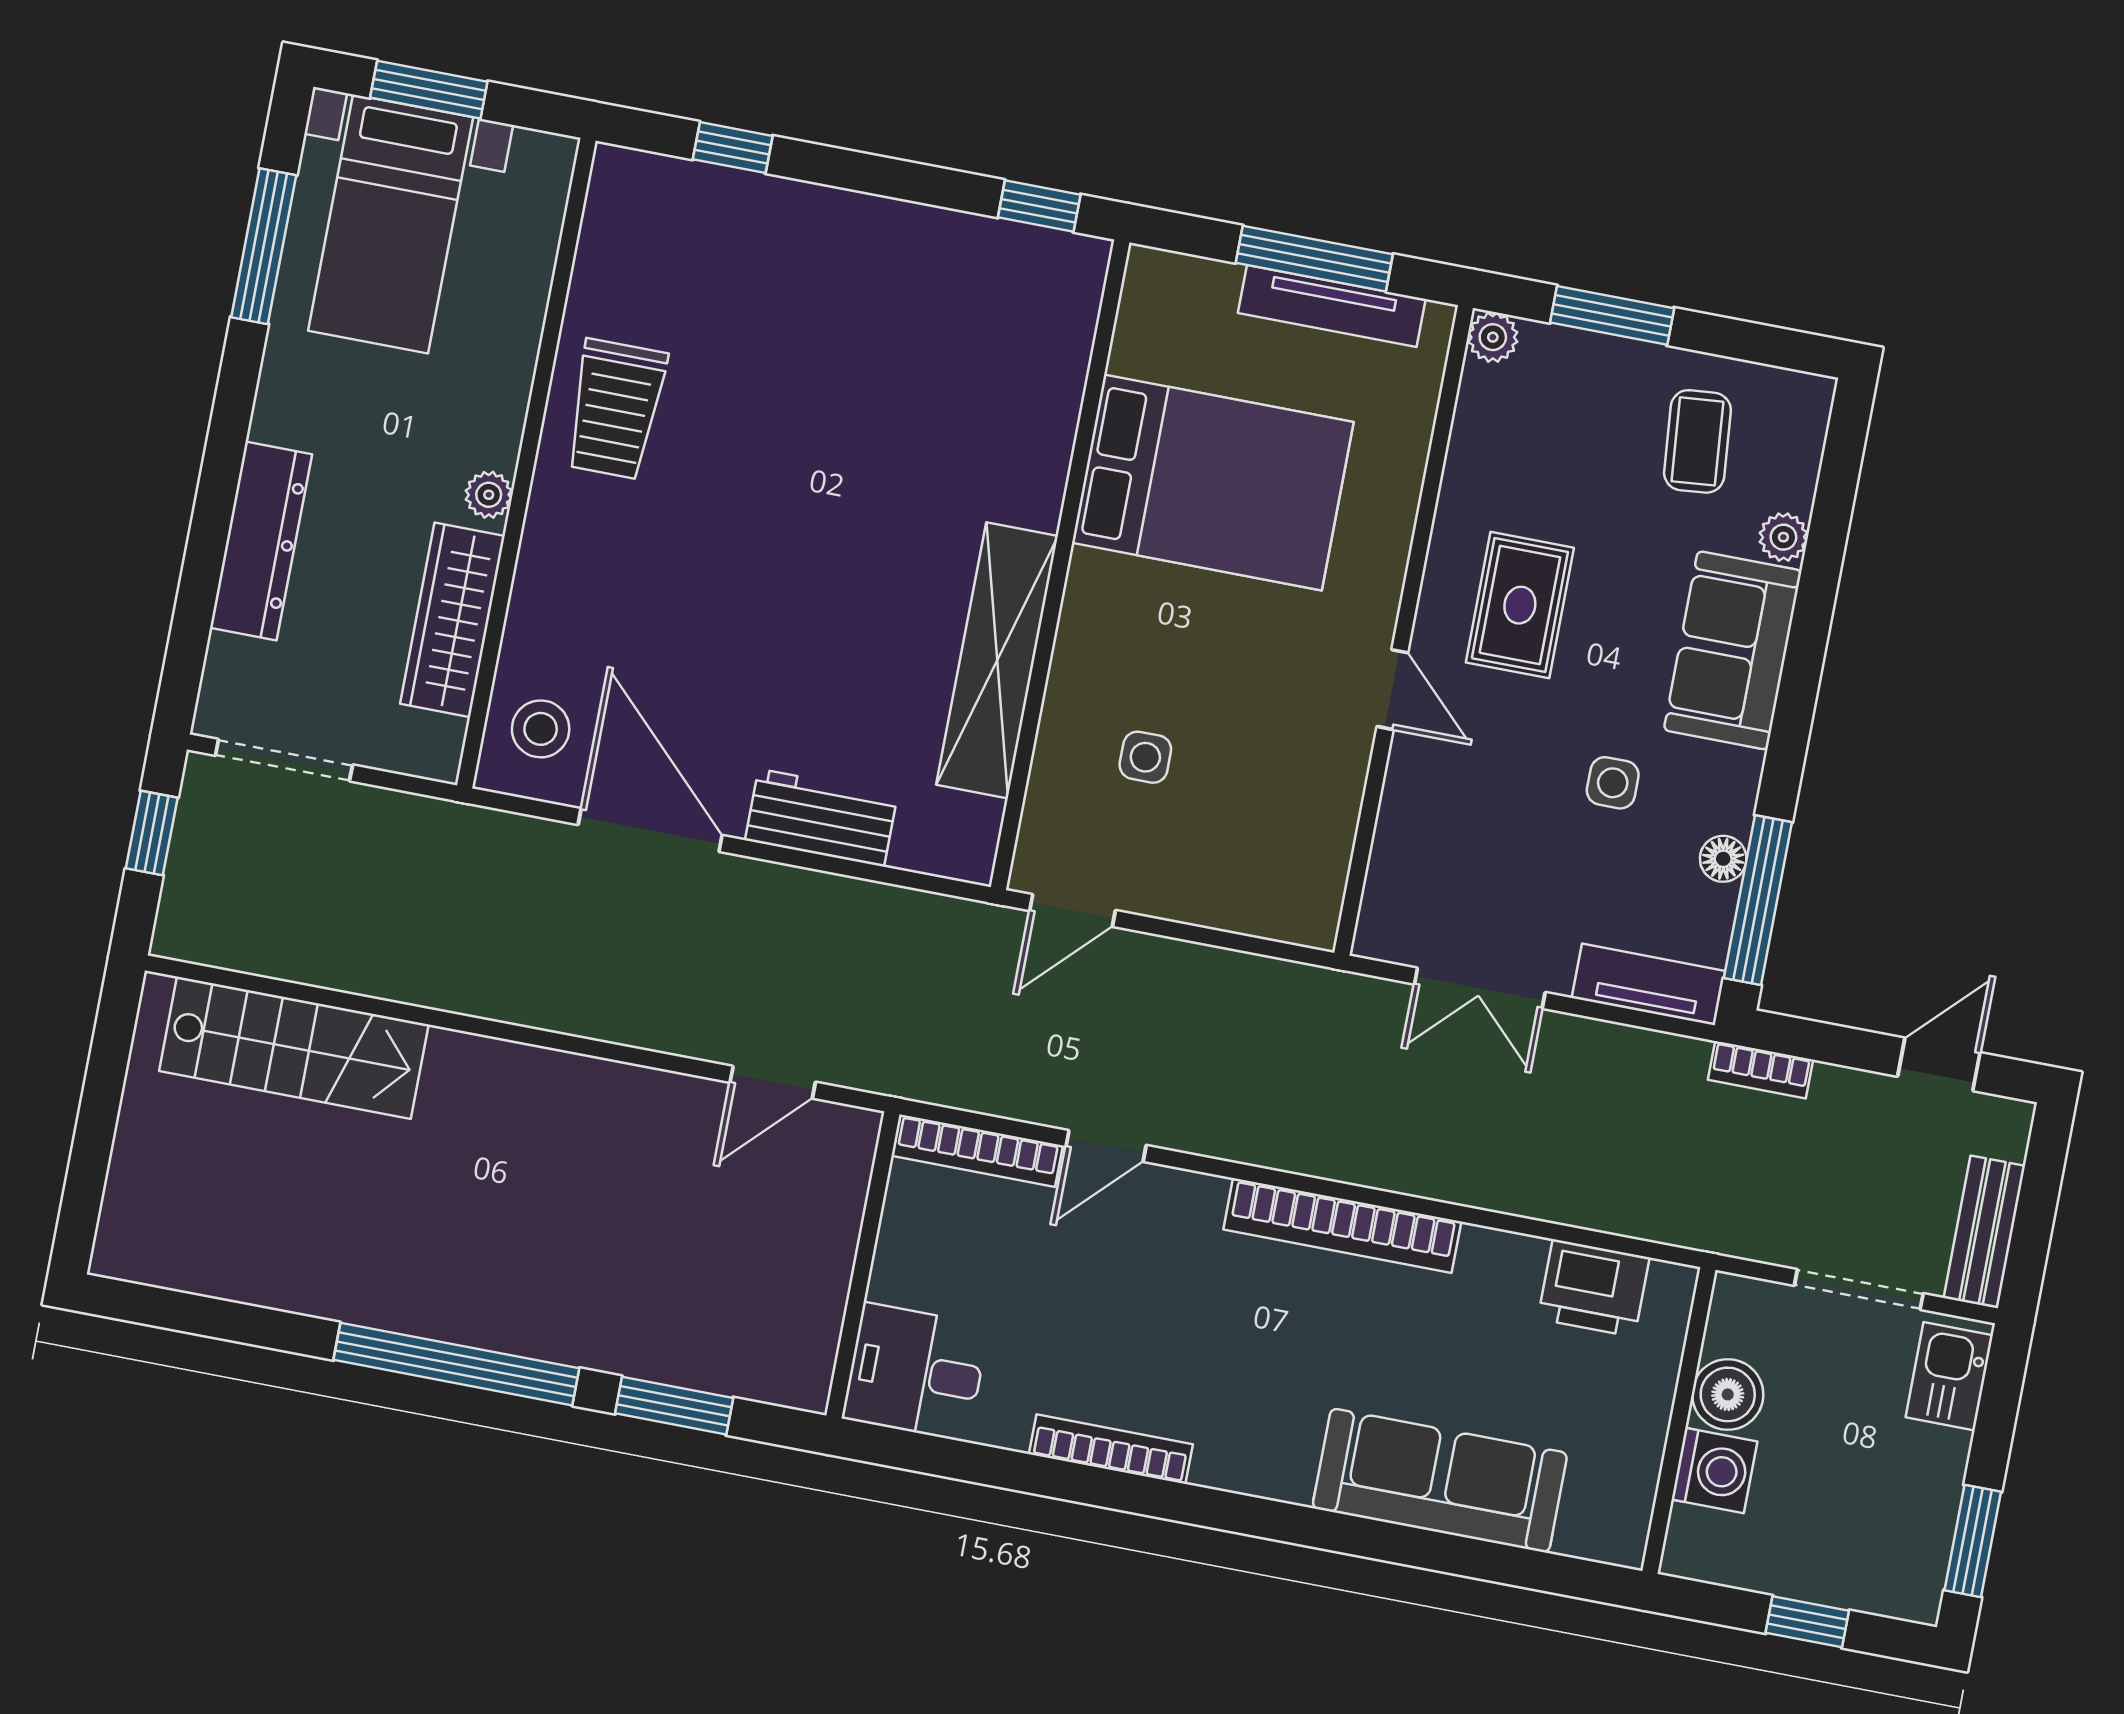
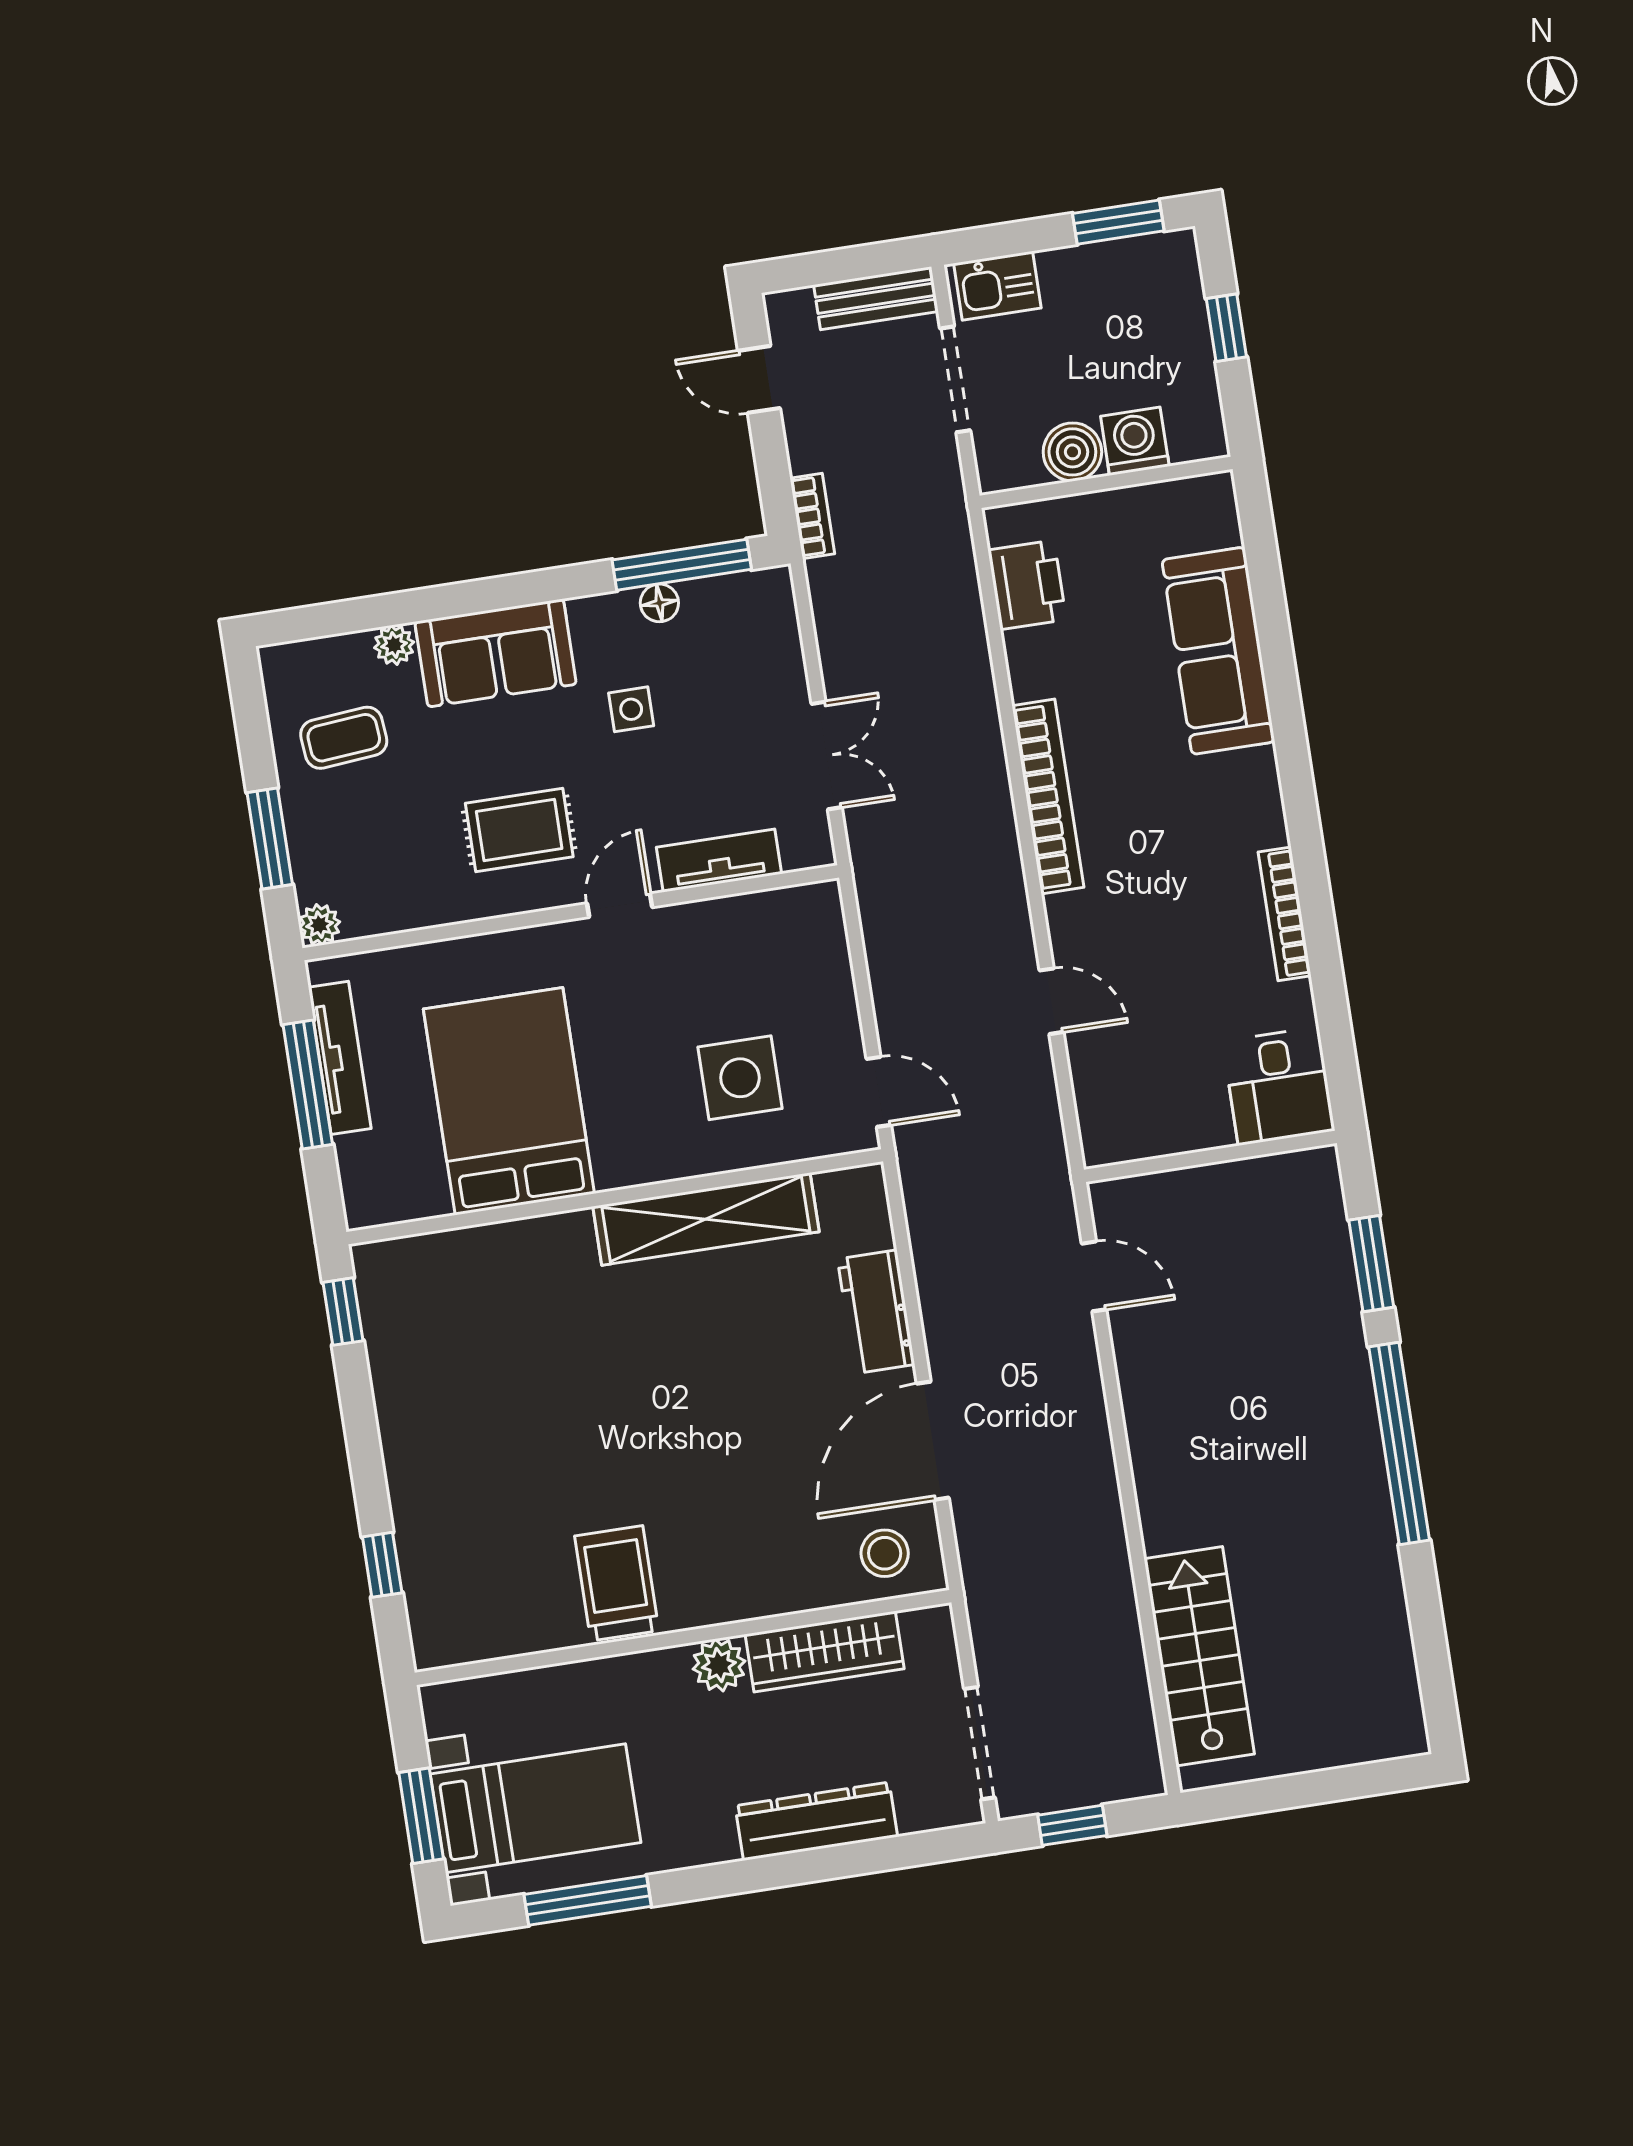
trolley: (616, 409) -> (617, 1583), turned -90
plant: (489, 495) -> (719, 1665), width x1.38, depth x1.38
side table: (1145, 757) -> (740, 1078), width x1.87, depth x1.87
tv unit: (1649, 984) -> (719, 861), moved, turned 90
bookcase: (977, 1151) -> (1091, 1100), removed

